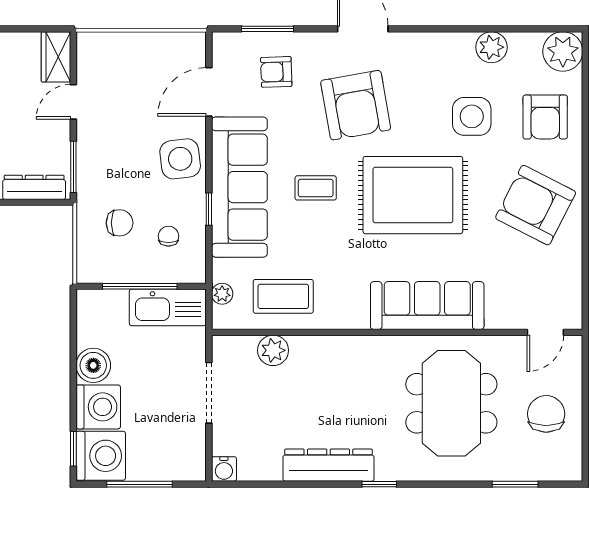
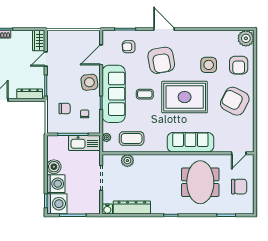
plant: (491, 47) -> (217, 37), removed
chair: (546, 414) -> (239, 187), turned 90
dresser: (328, 465) -> (132, 208), moved

